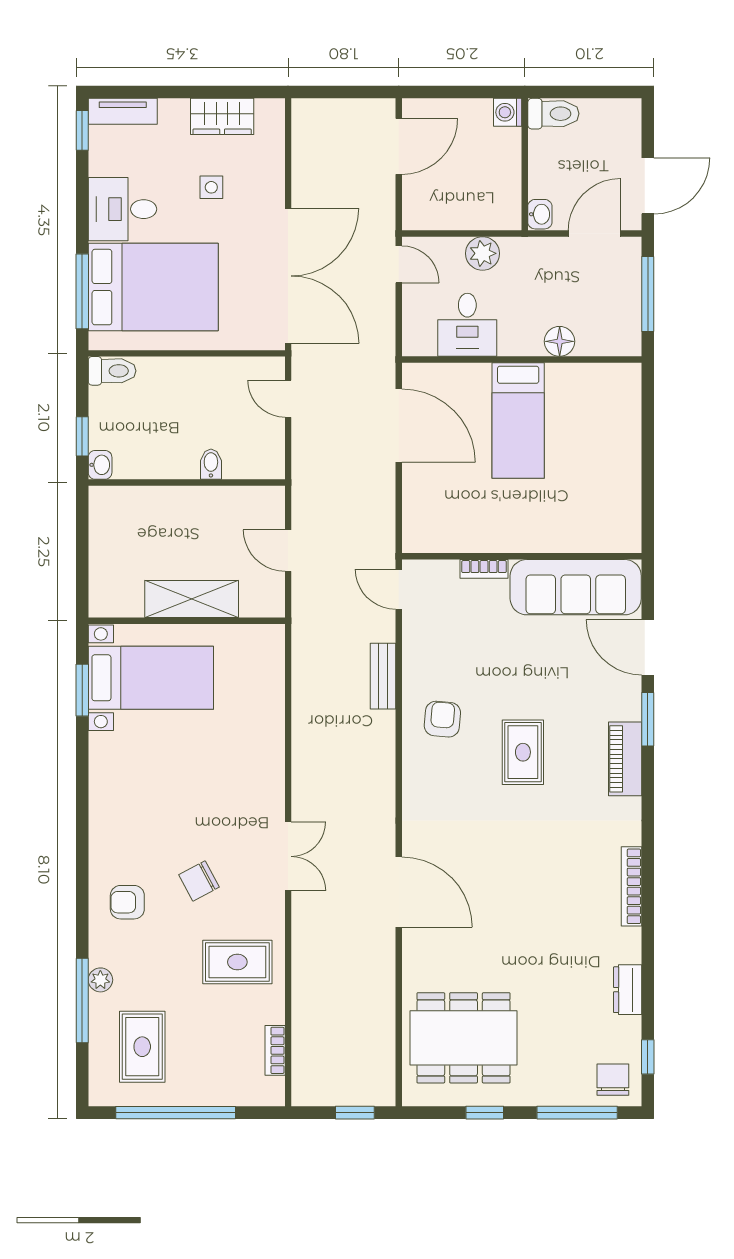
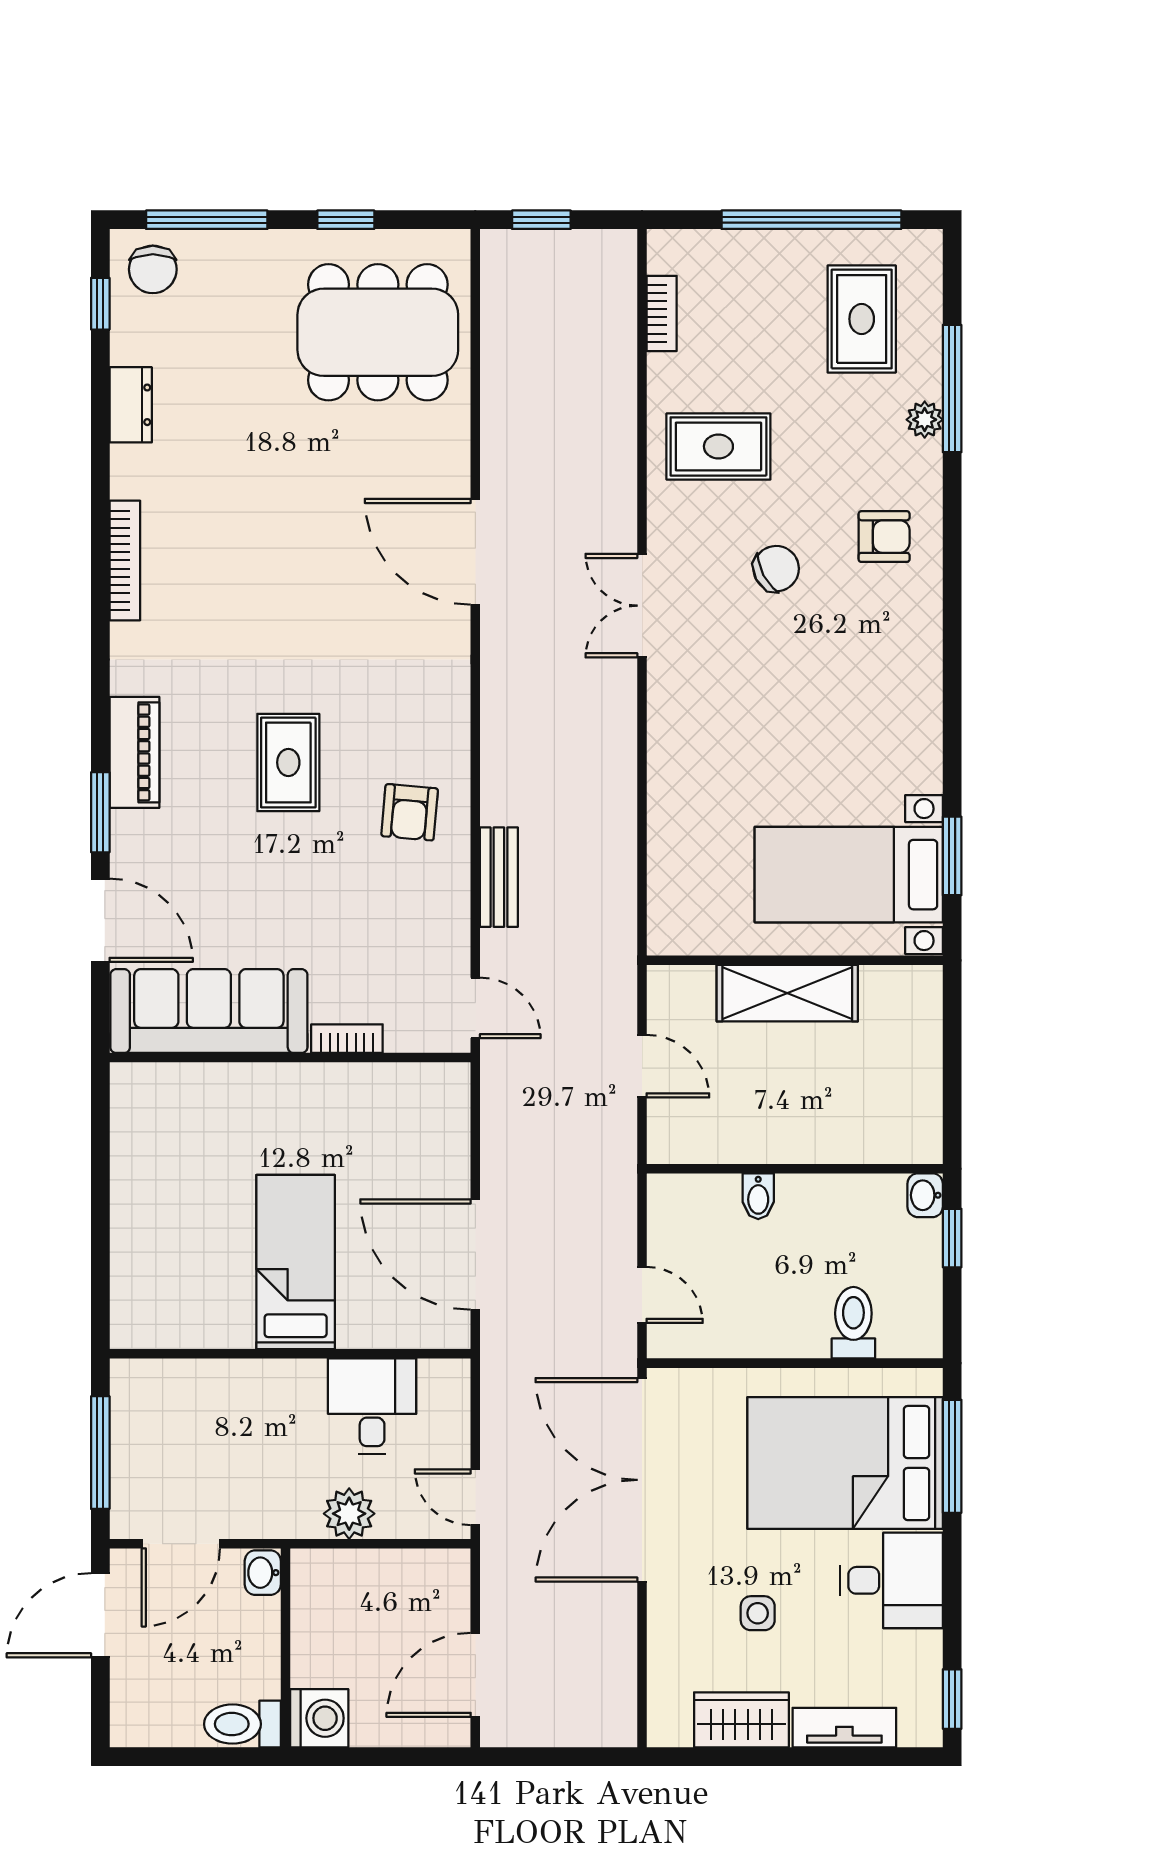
tv unit: (123, 111) -> (844, 1728), moved
washing machine: (508, 112) -> (319, 1718), width x1.38, depth x1.38
floor lamp: (560, 341) -> (233, 1381), removed
toilet: (112, 371) -> (853, 1323), moved, turned 90

